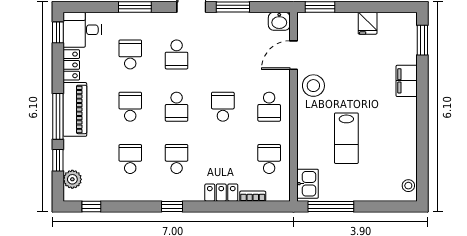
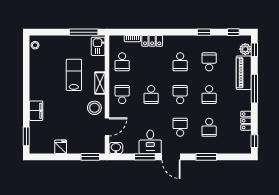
desk: (82, 30) -> (150, 142), moved, turned 90
piano: (75, 109) -> (244, 73), moved
shelving: (305, 125) -> (100, 83), added
school desk: (130, 159) -> (209, 62), turned 180
window: (58, 160) -> (254, 50), moved
window: (172, 206) -> (204, 32), moved

